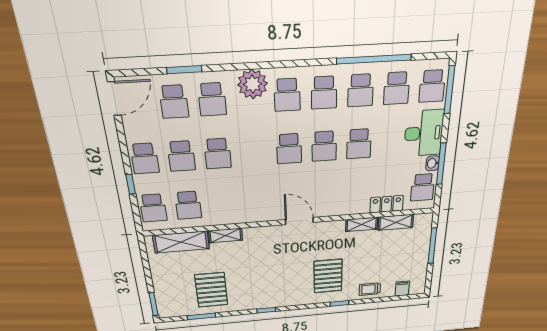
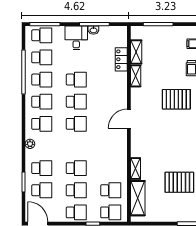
plant: (253, 84) -> (30, 144), width x0.53, depth x0.53
desk: (424, 133) -> (76, 38), width x0.73
school desk: (423, 187) -> (111, 35), removed

